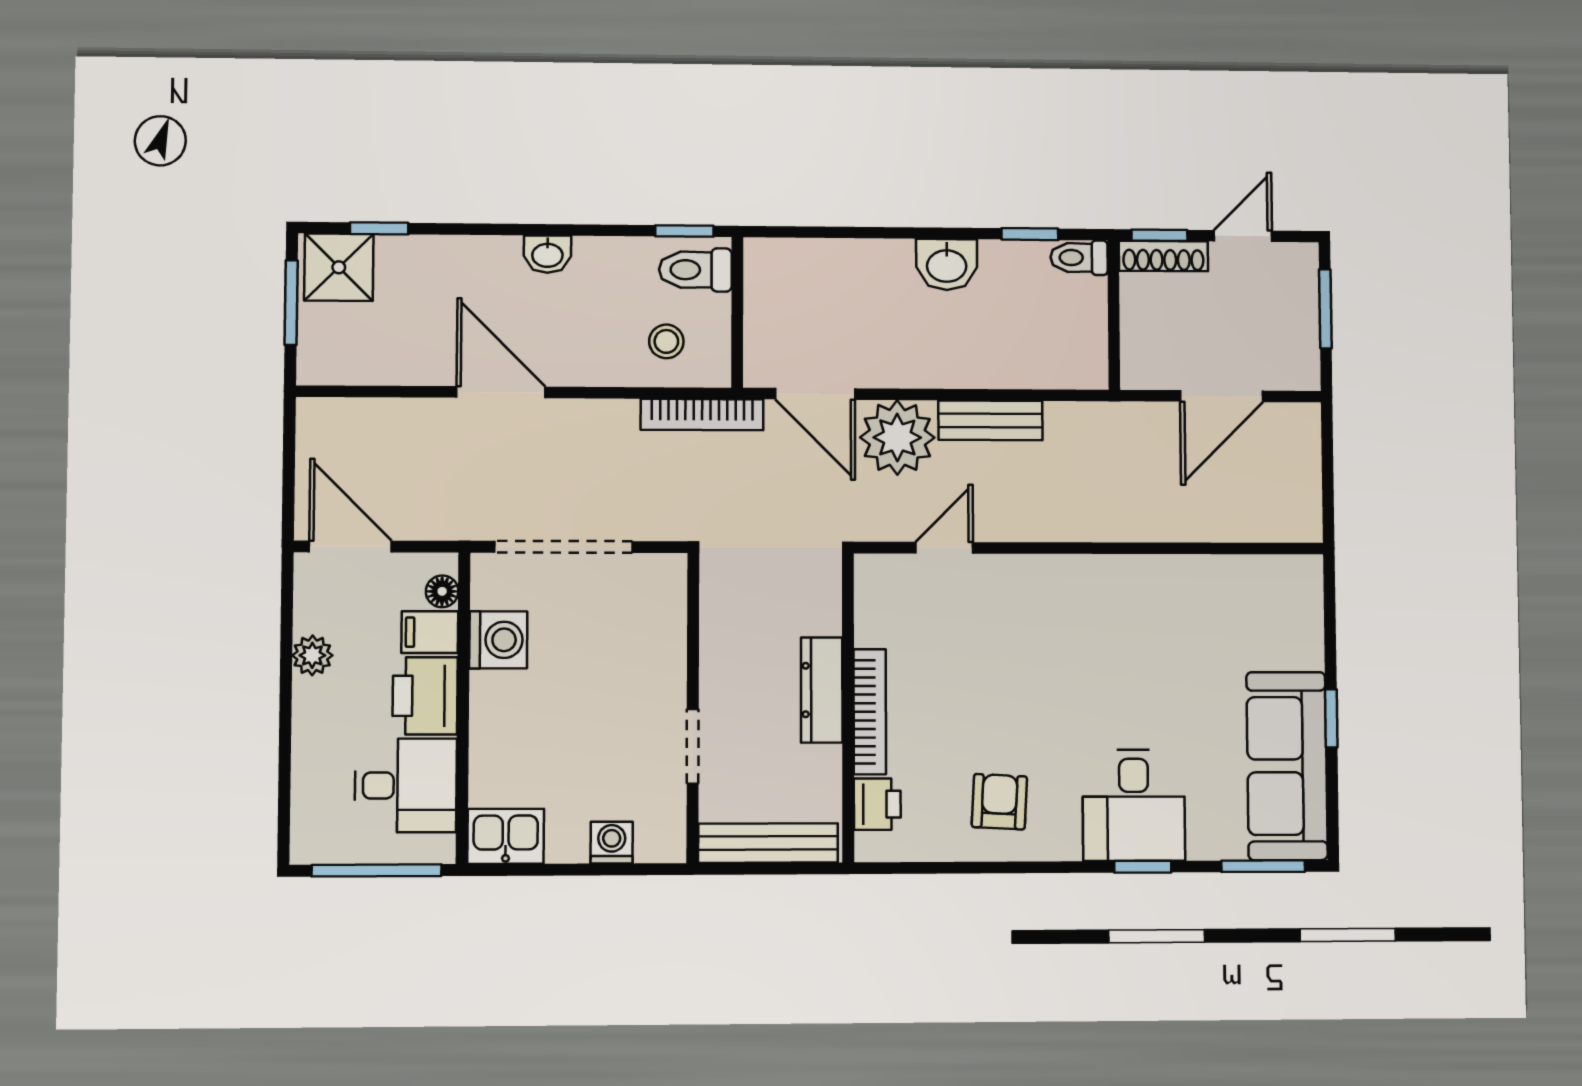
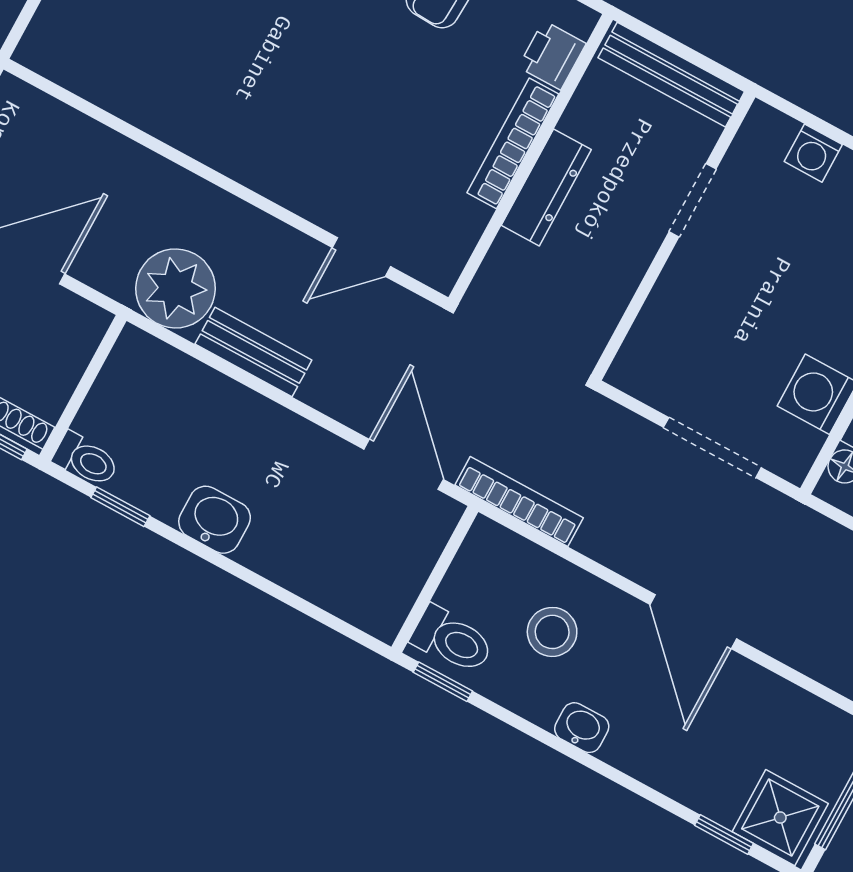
stool: (666, 341) -> (552, 632), moved, width x1.37, depth x1.37
plant: (897, 437) -> (175, 288), moved
doorway: (563, 547) -> (712, 448), width x0.73

